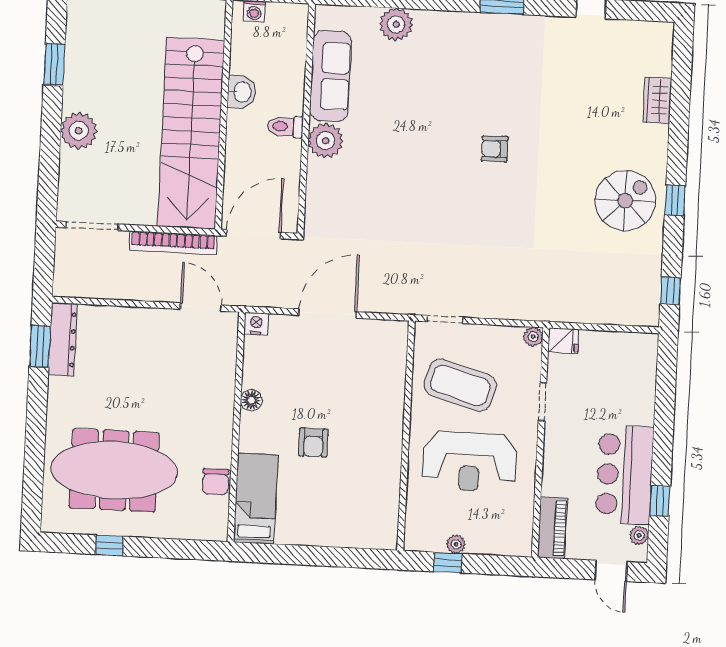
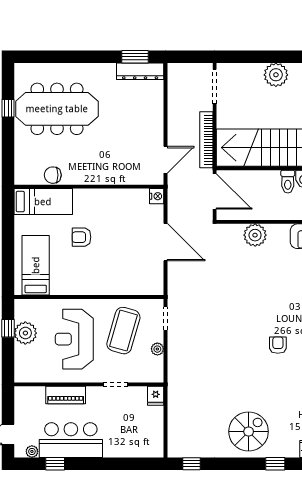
toilet: (285, 127) -> (288, 182), moved, turned 180
plant: (325, 141) -> (255, 235), moved
window: (675, 200) -> (275, 464), moved
spiral stairs: (625, 201) -> (249, 432), turned -90
plant: (533, 337) -> (157, 349), moved
floor lamp: (251, 400) -> (107, 195), removed
meeting table: (114, 470) -> (57, 109), turned 90
bed: (353, 515) -> (36, 265), added
piano: (552, 528) -> (66, 395), moved
plant: (456, 544) -> (25, 333), width x1.88, depth x1.88

